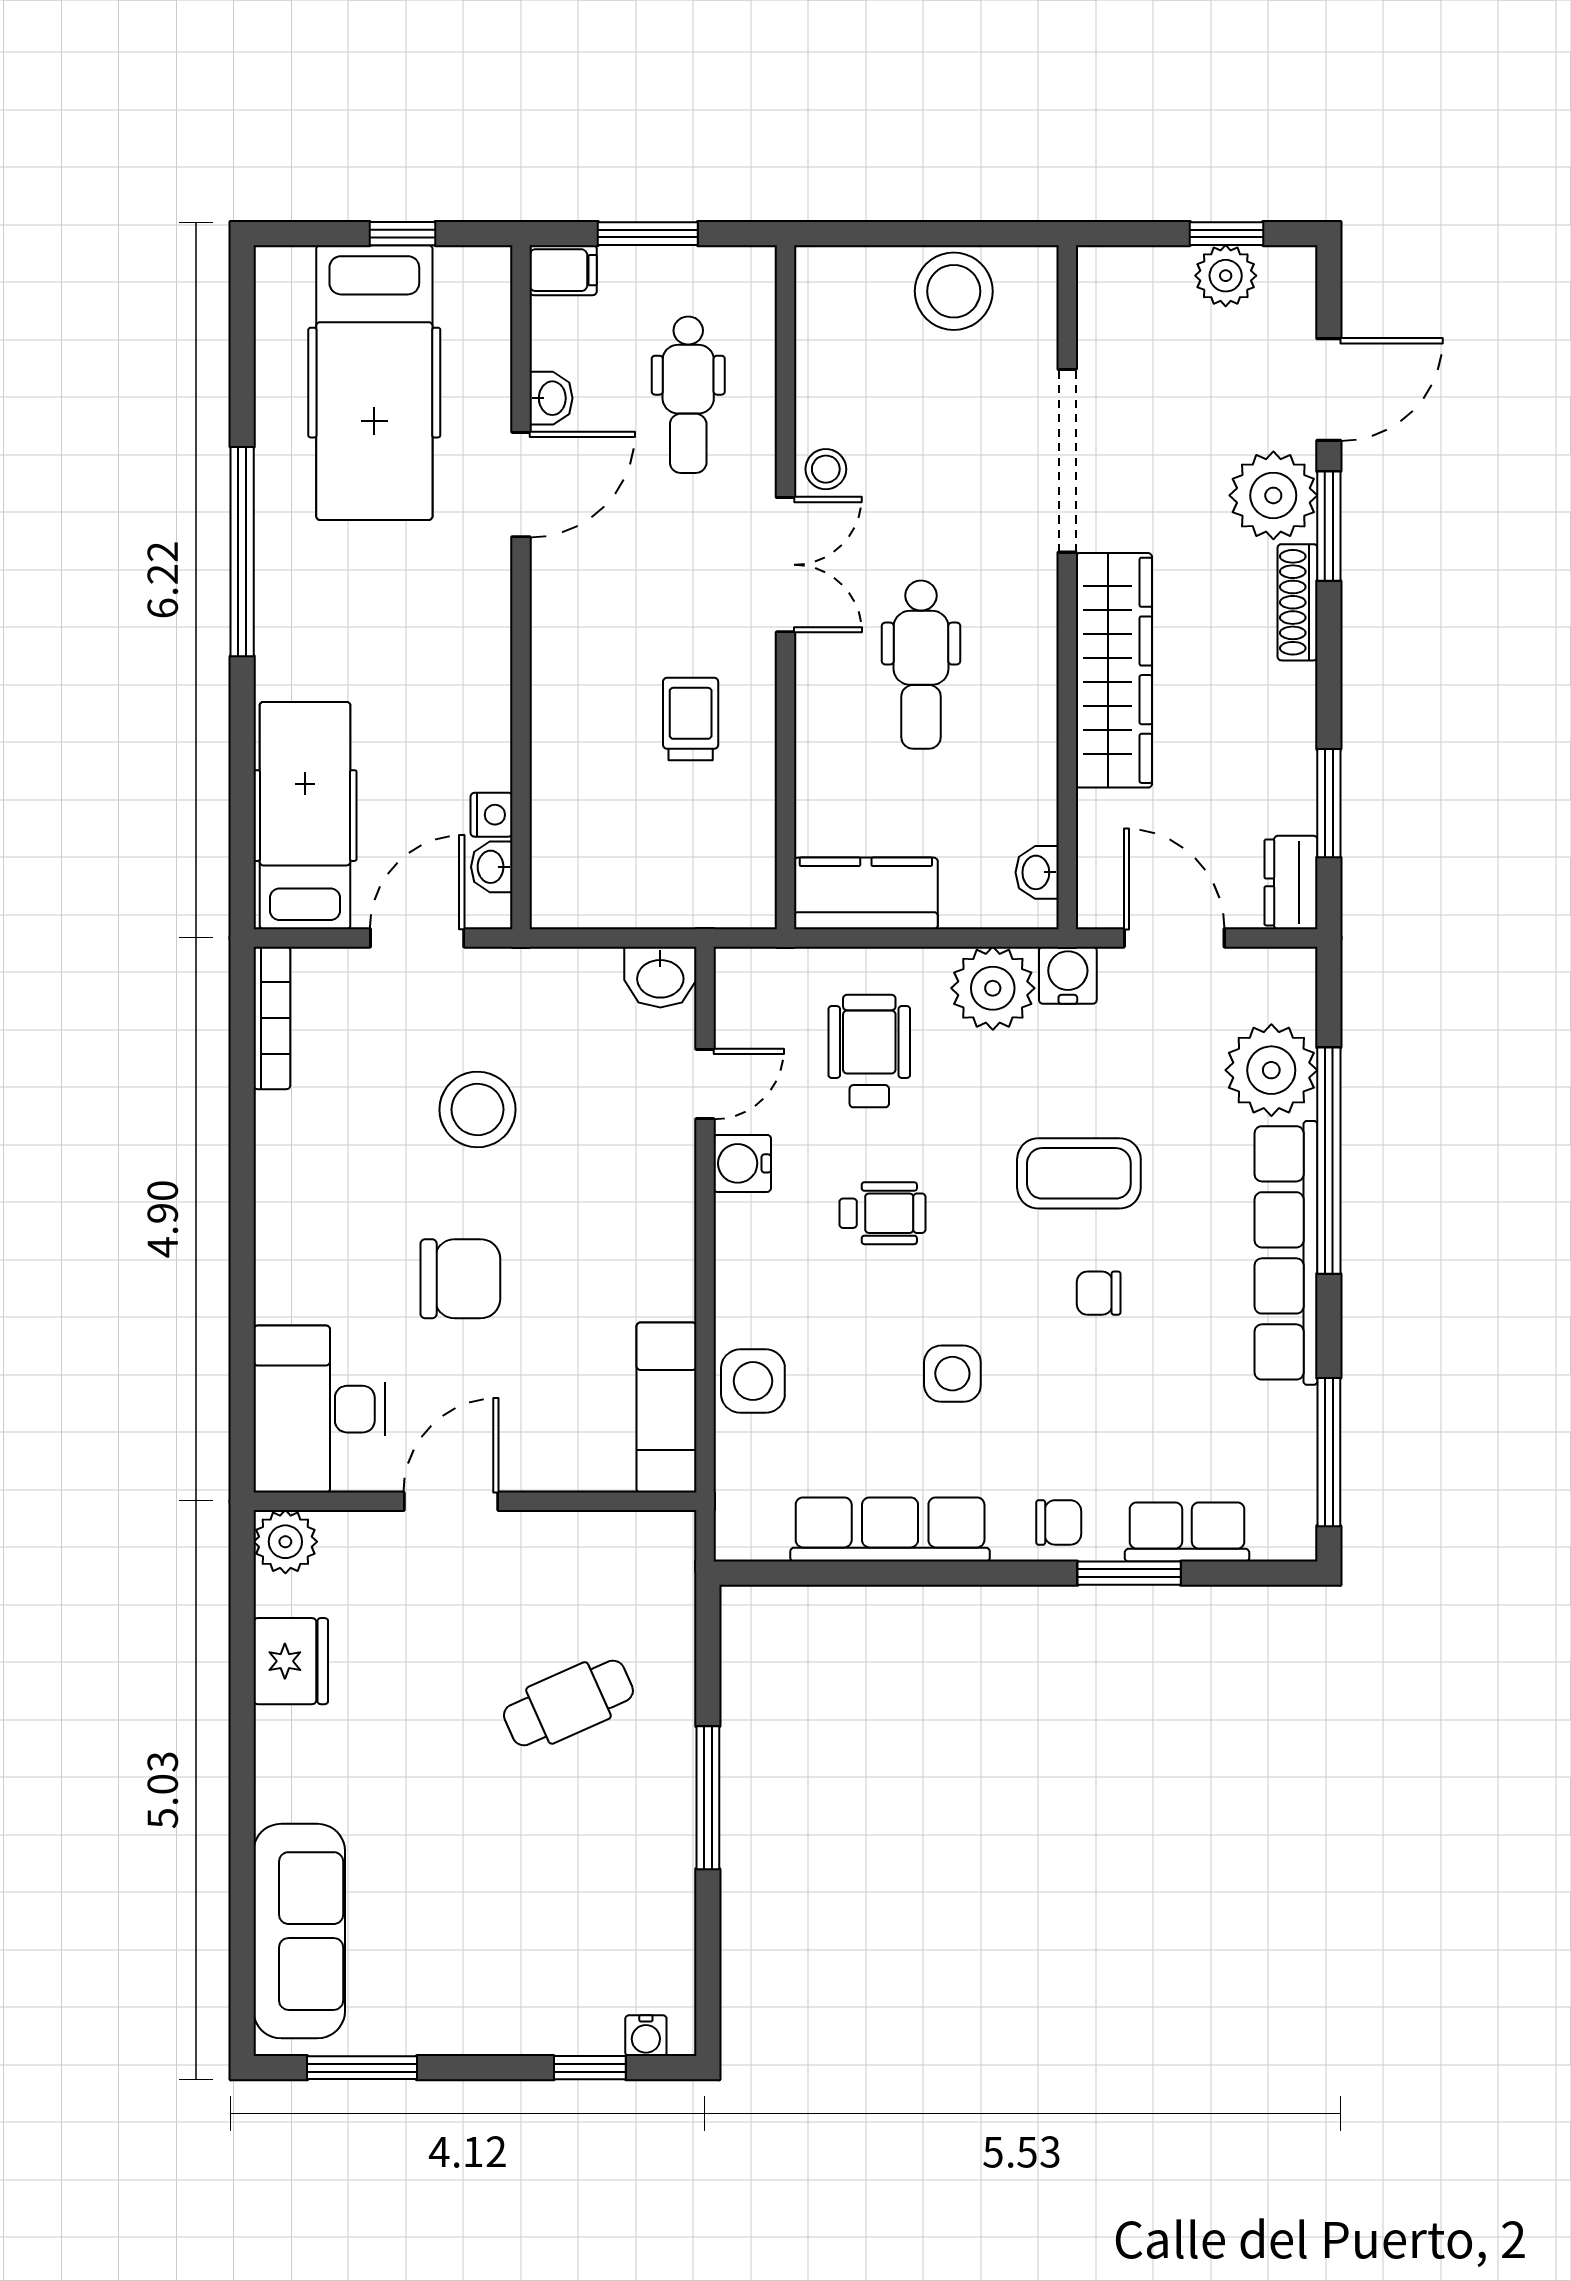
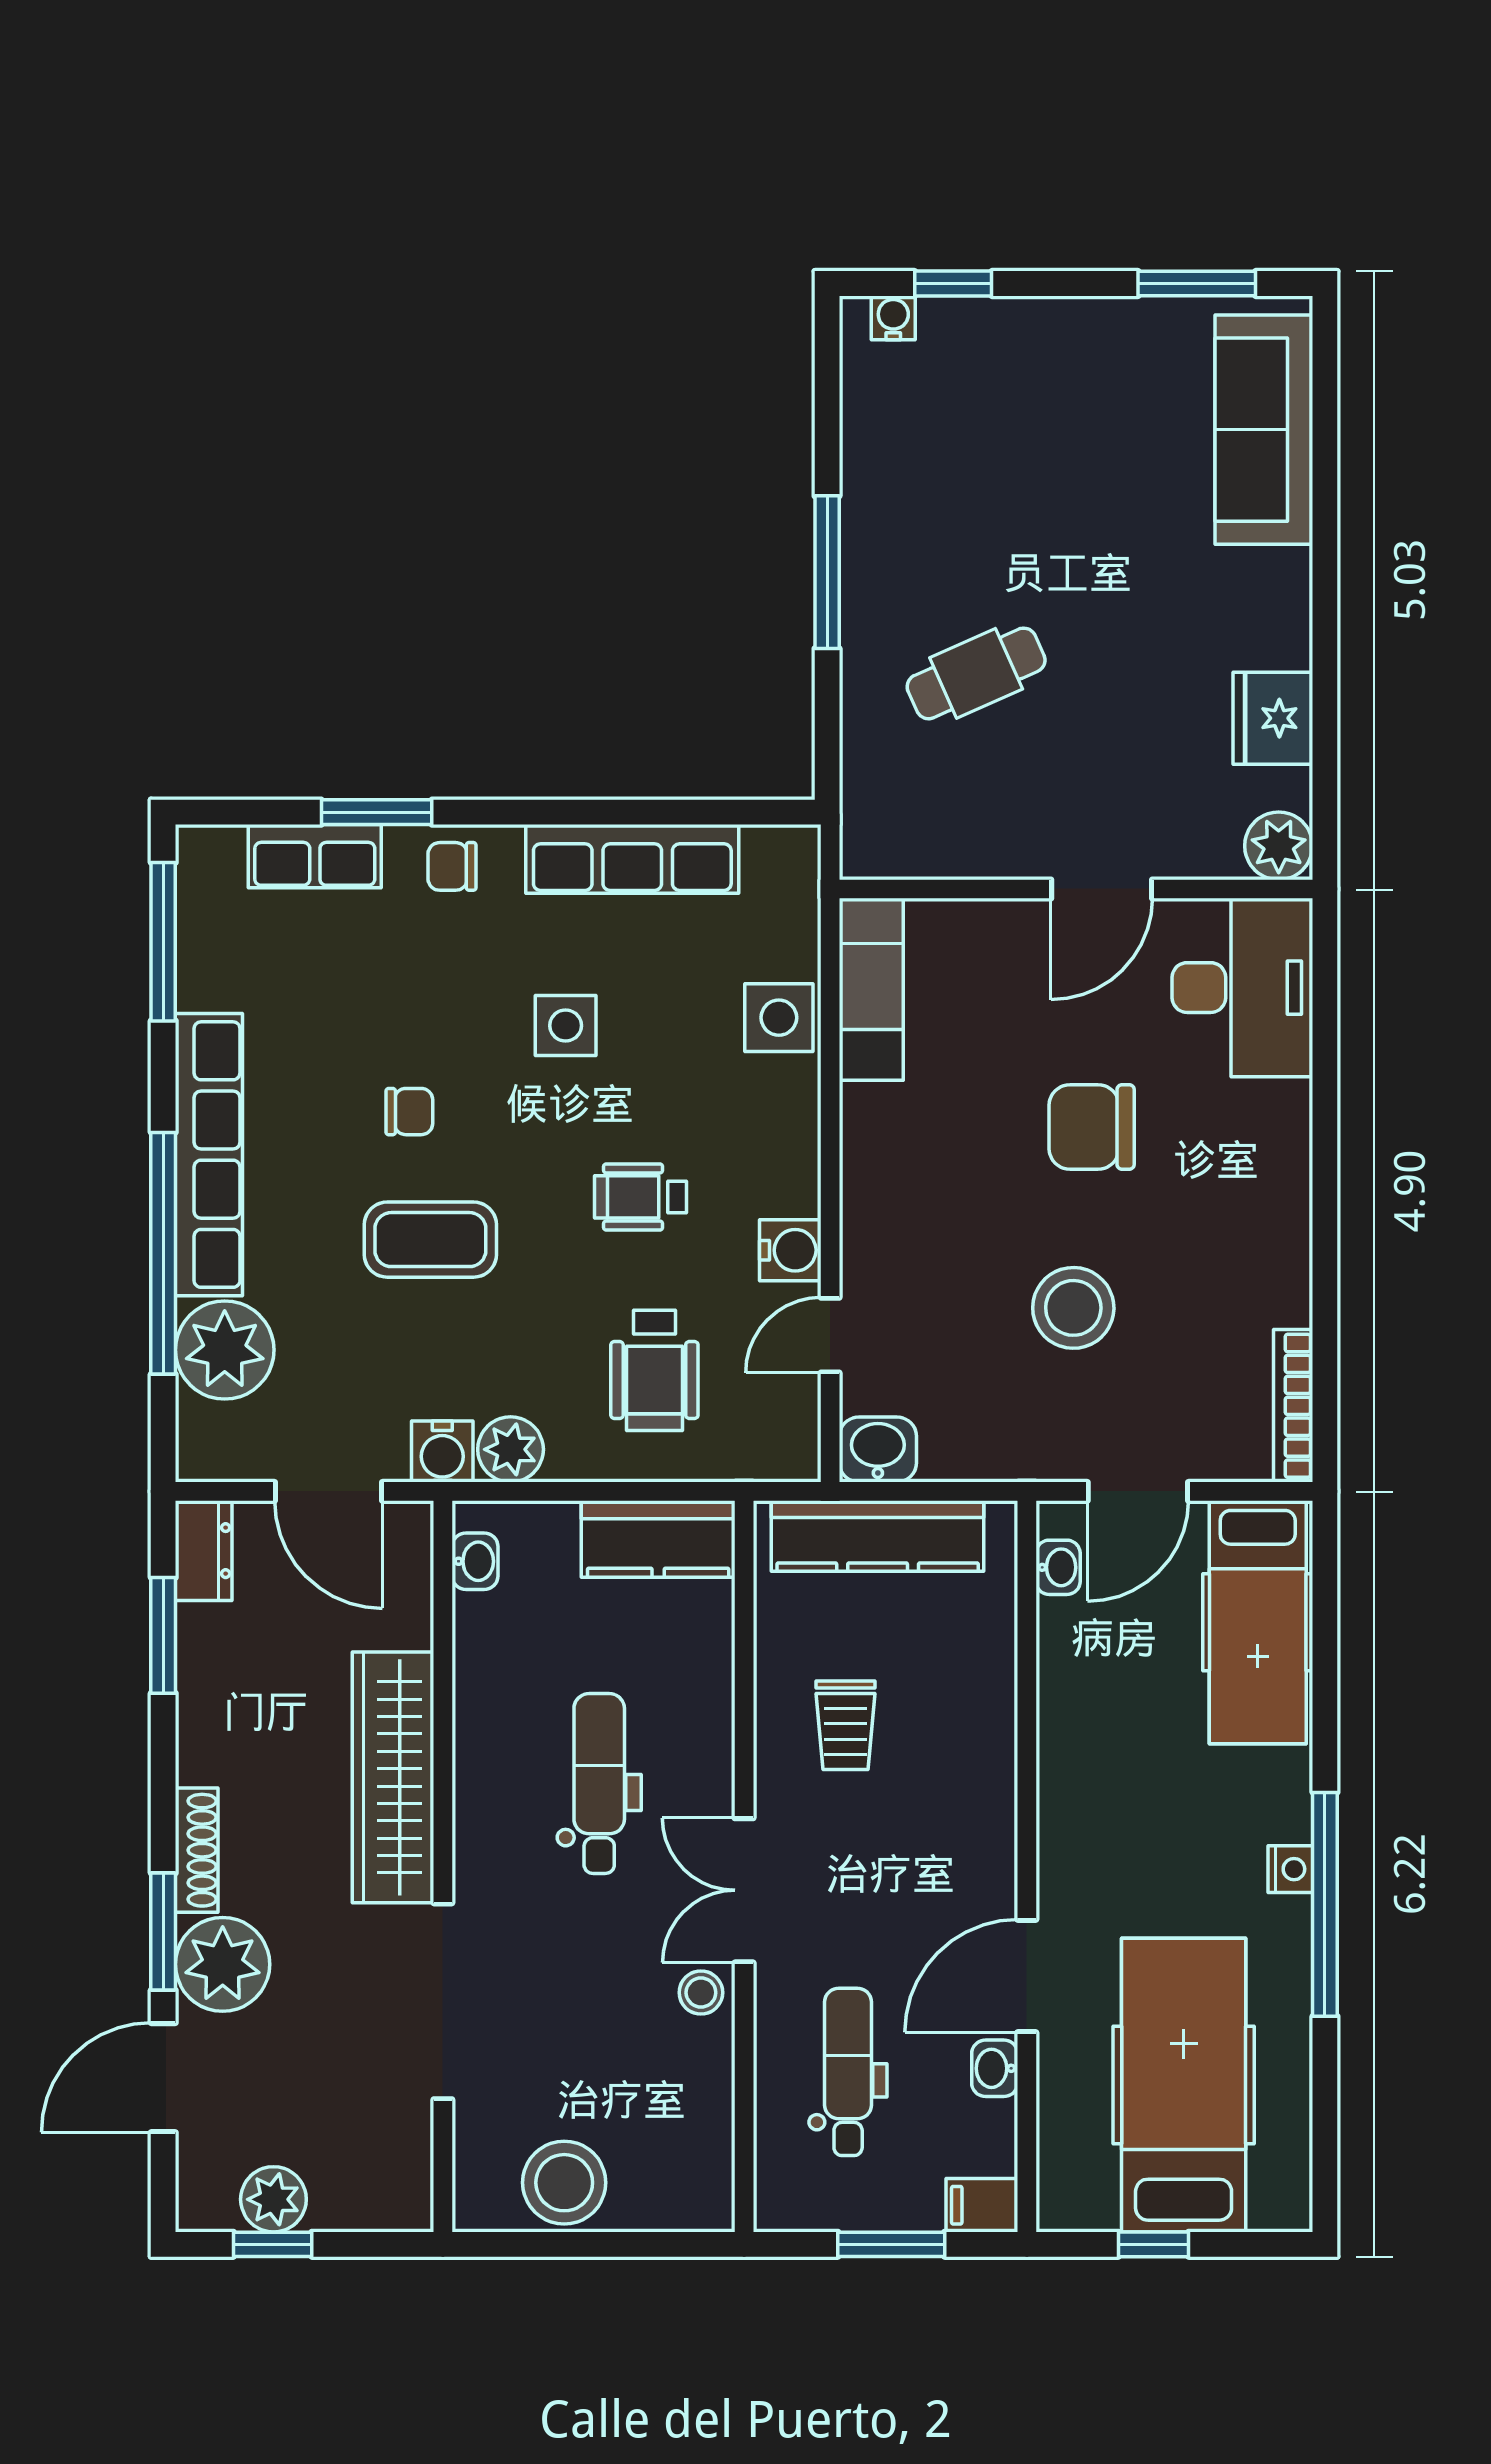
nightstand: (492, 815) -> (1290, 1869), moved, turned 180
kitchen counter: (661, 896) -> (878, 1536), added
plant: (993, 988) -> (511, 1449), width x0.73, depth x0.73

